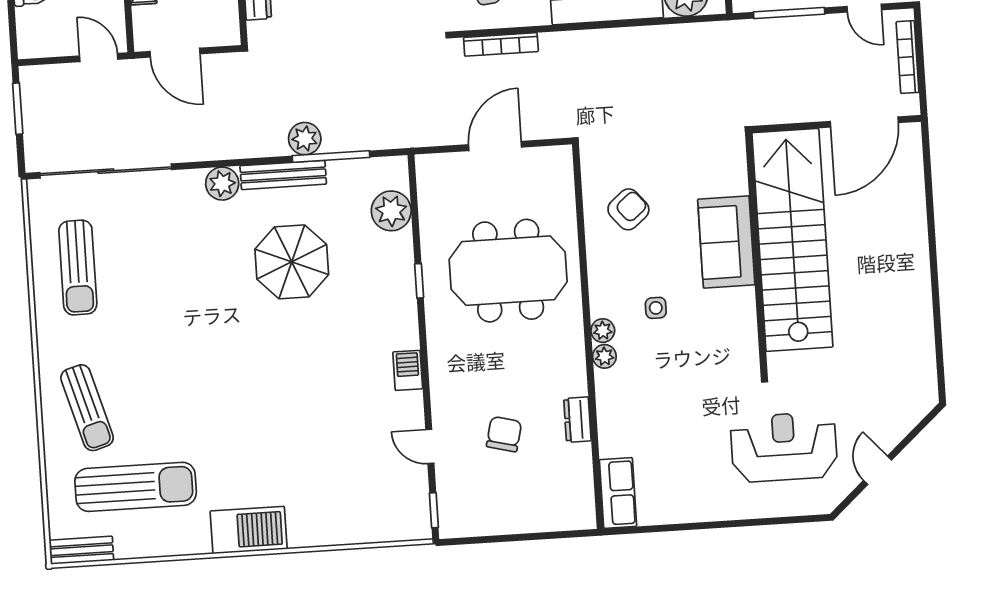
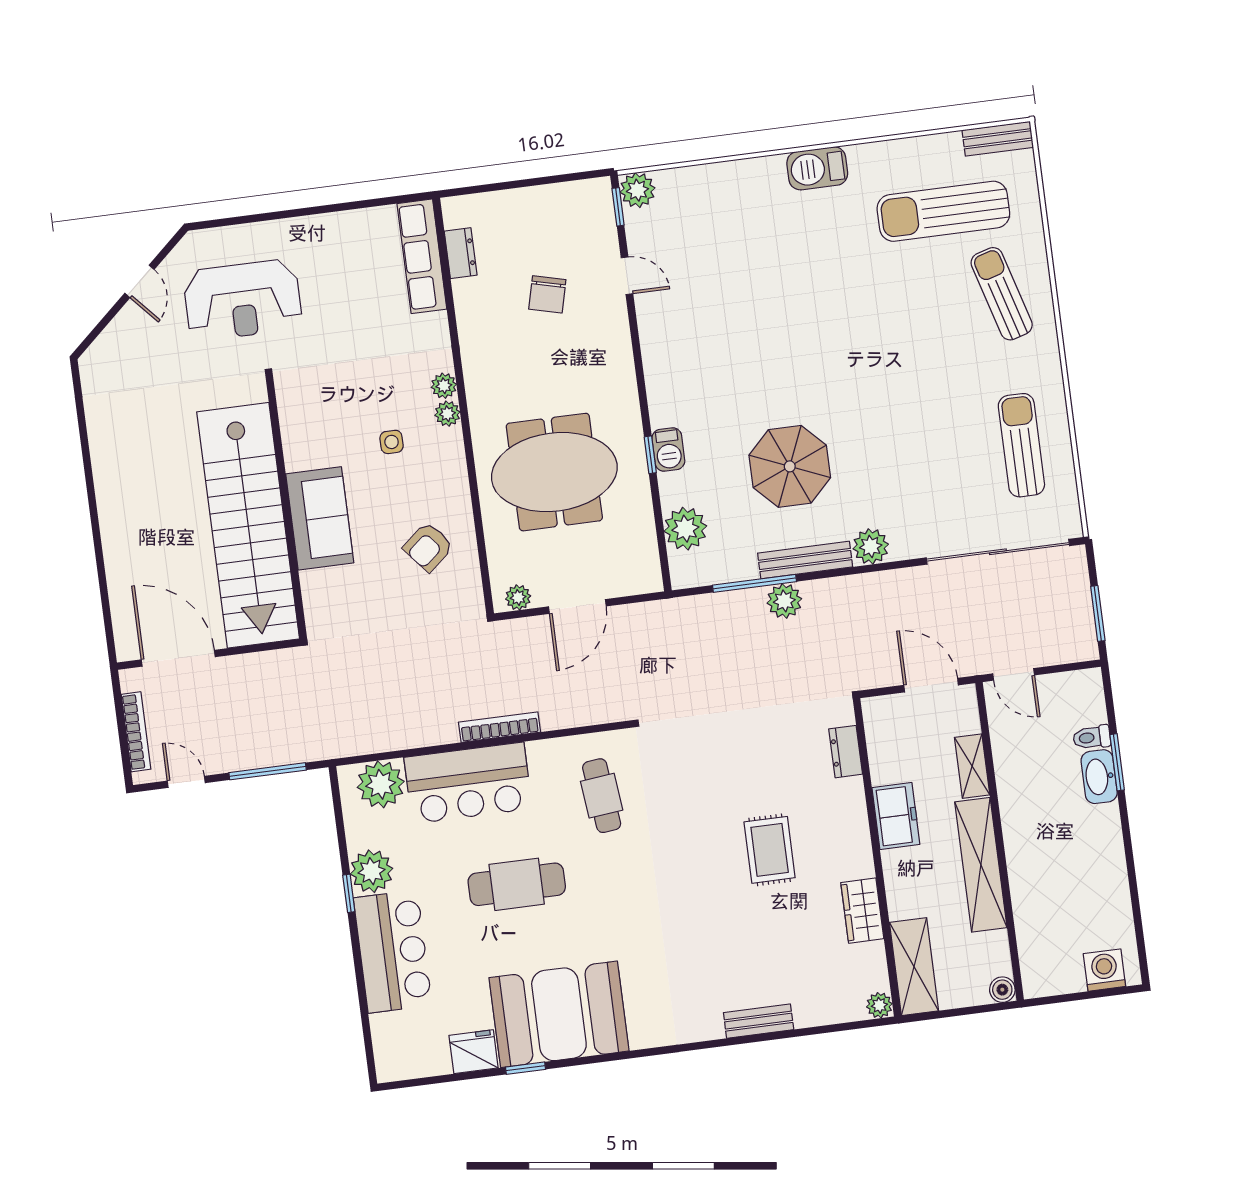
bookcase: (501, 44) -> (499, 727), moved
door: (864, 122) -> (178, 658), hinge flipped
plant: (549, 158) -> (518, 597), added
barbecue: (408, 370) -> (668, 449), moved
dresser: (577, 420) -> (461, 253), moved
row of seats: (618, 493) -> (422, 256), width x1.48
plant: (415, 524) -> (637, 190), added
barbecue: (249, 530) -> (817, 168), width x0.73, depth x0.83

